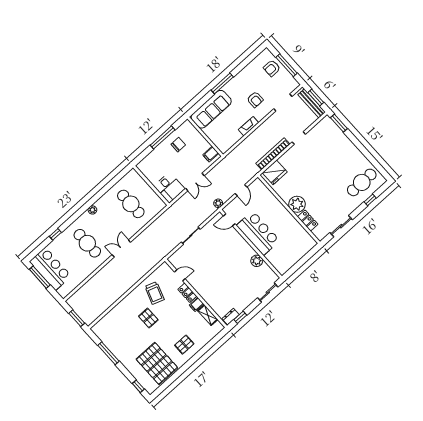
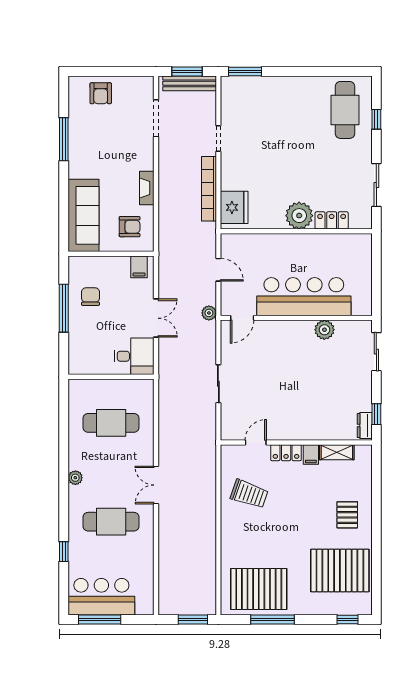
window: (287, 65) -> (114, 72), removed
window: (222, 84) -> (64, 139), moved
armchair: (255, 100) -> (130, 227), moved
bar counter: (258, 233) -> (304, 297), width x1.36
pallet: (148, 318) -> (259, 589), moved, width x2.05, depth x2.00

